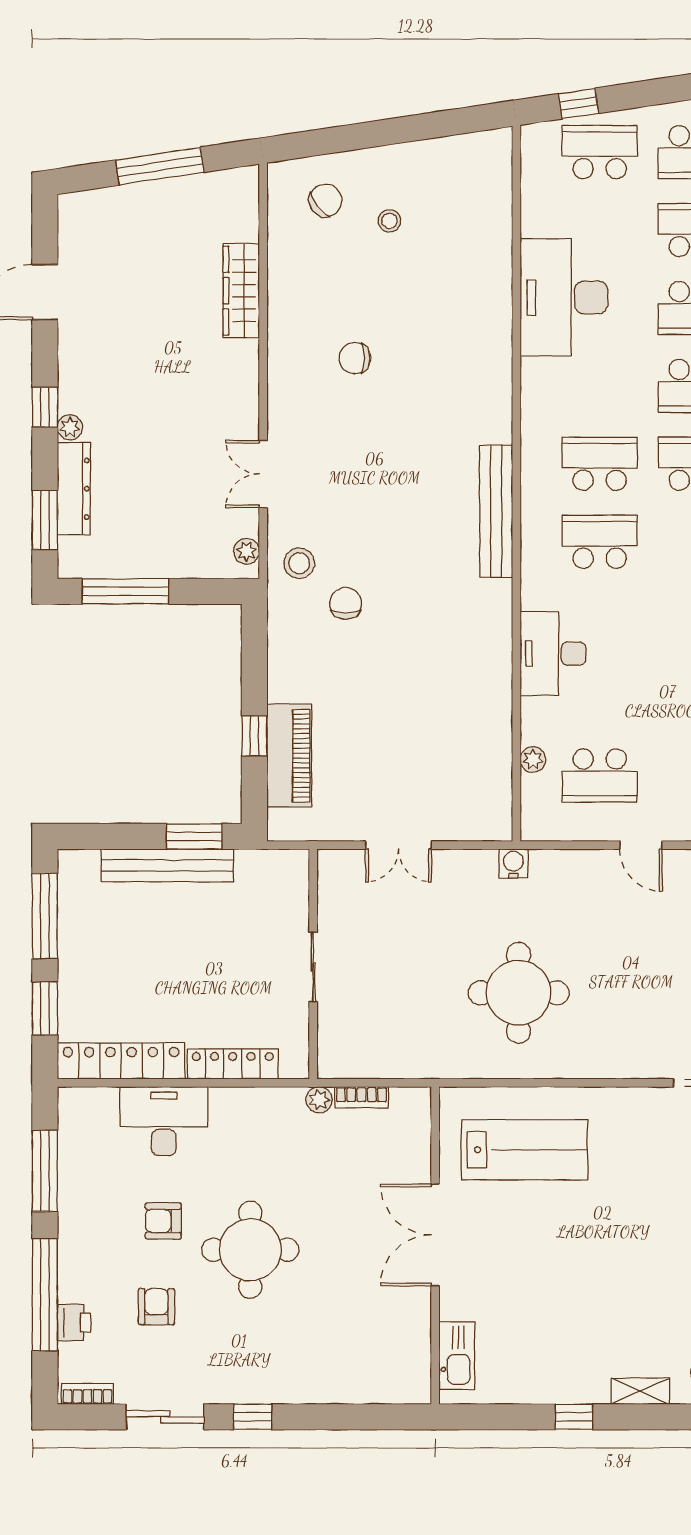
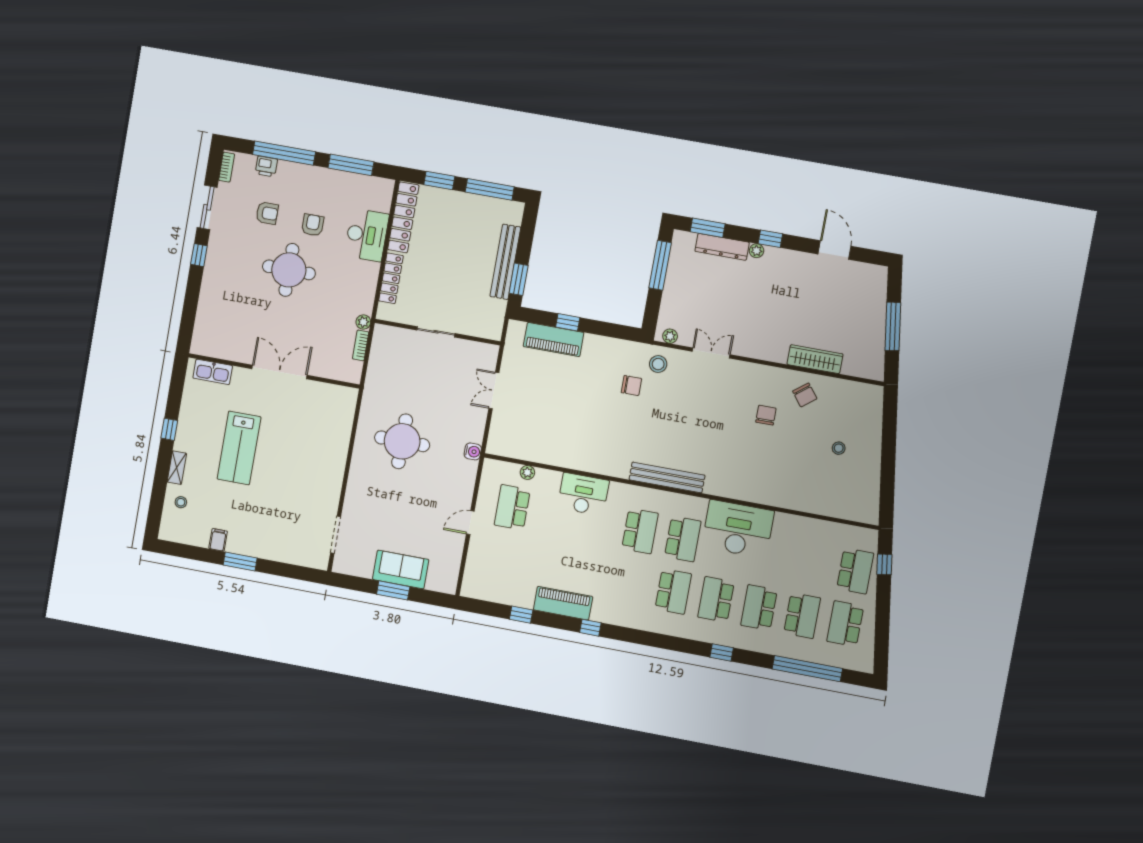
chair: (325, 200) -> (805, 395), moved
desk: (564, 297) -> (738, 529), moved
lab bench: (524, 1150) -> (239, 448), moved

